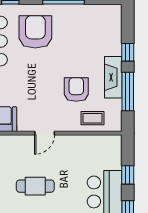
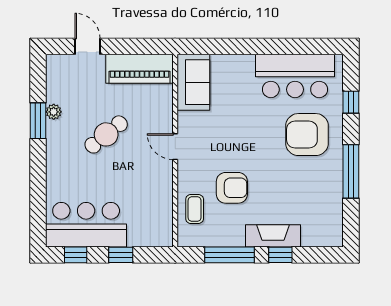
armchair: (35, 32) -> (307, 135), turned 180
fireplace: (113, 77) -> (273, 236), moved
cafe table: (35, 186) -> (106, 134), turned 51

